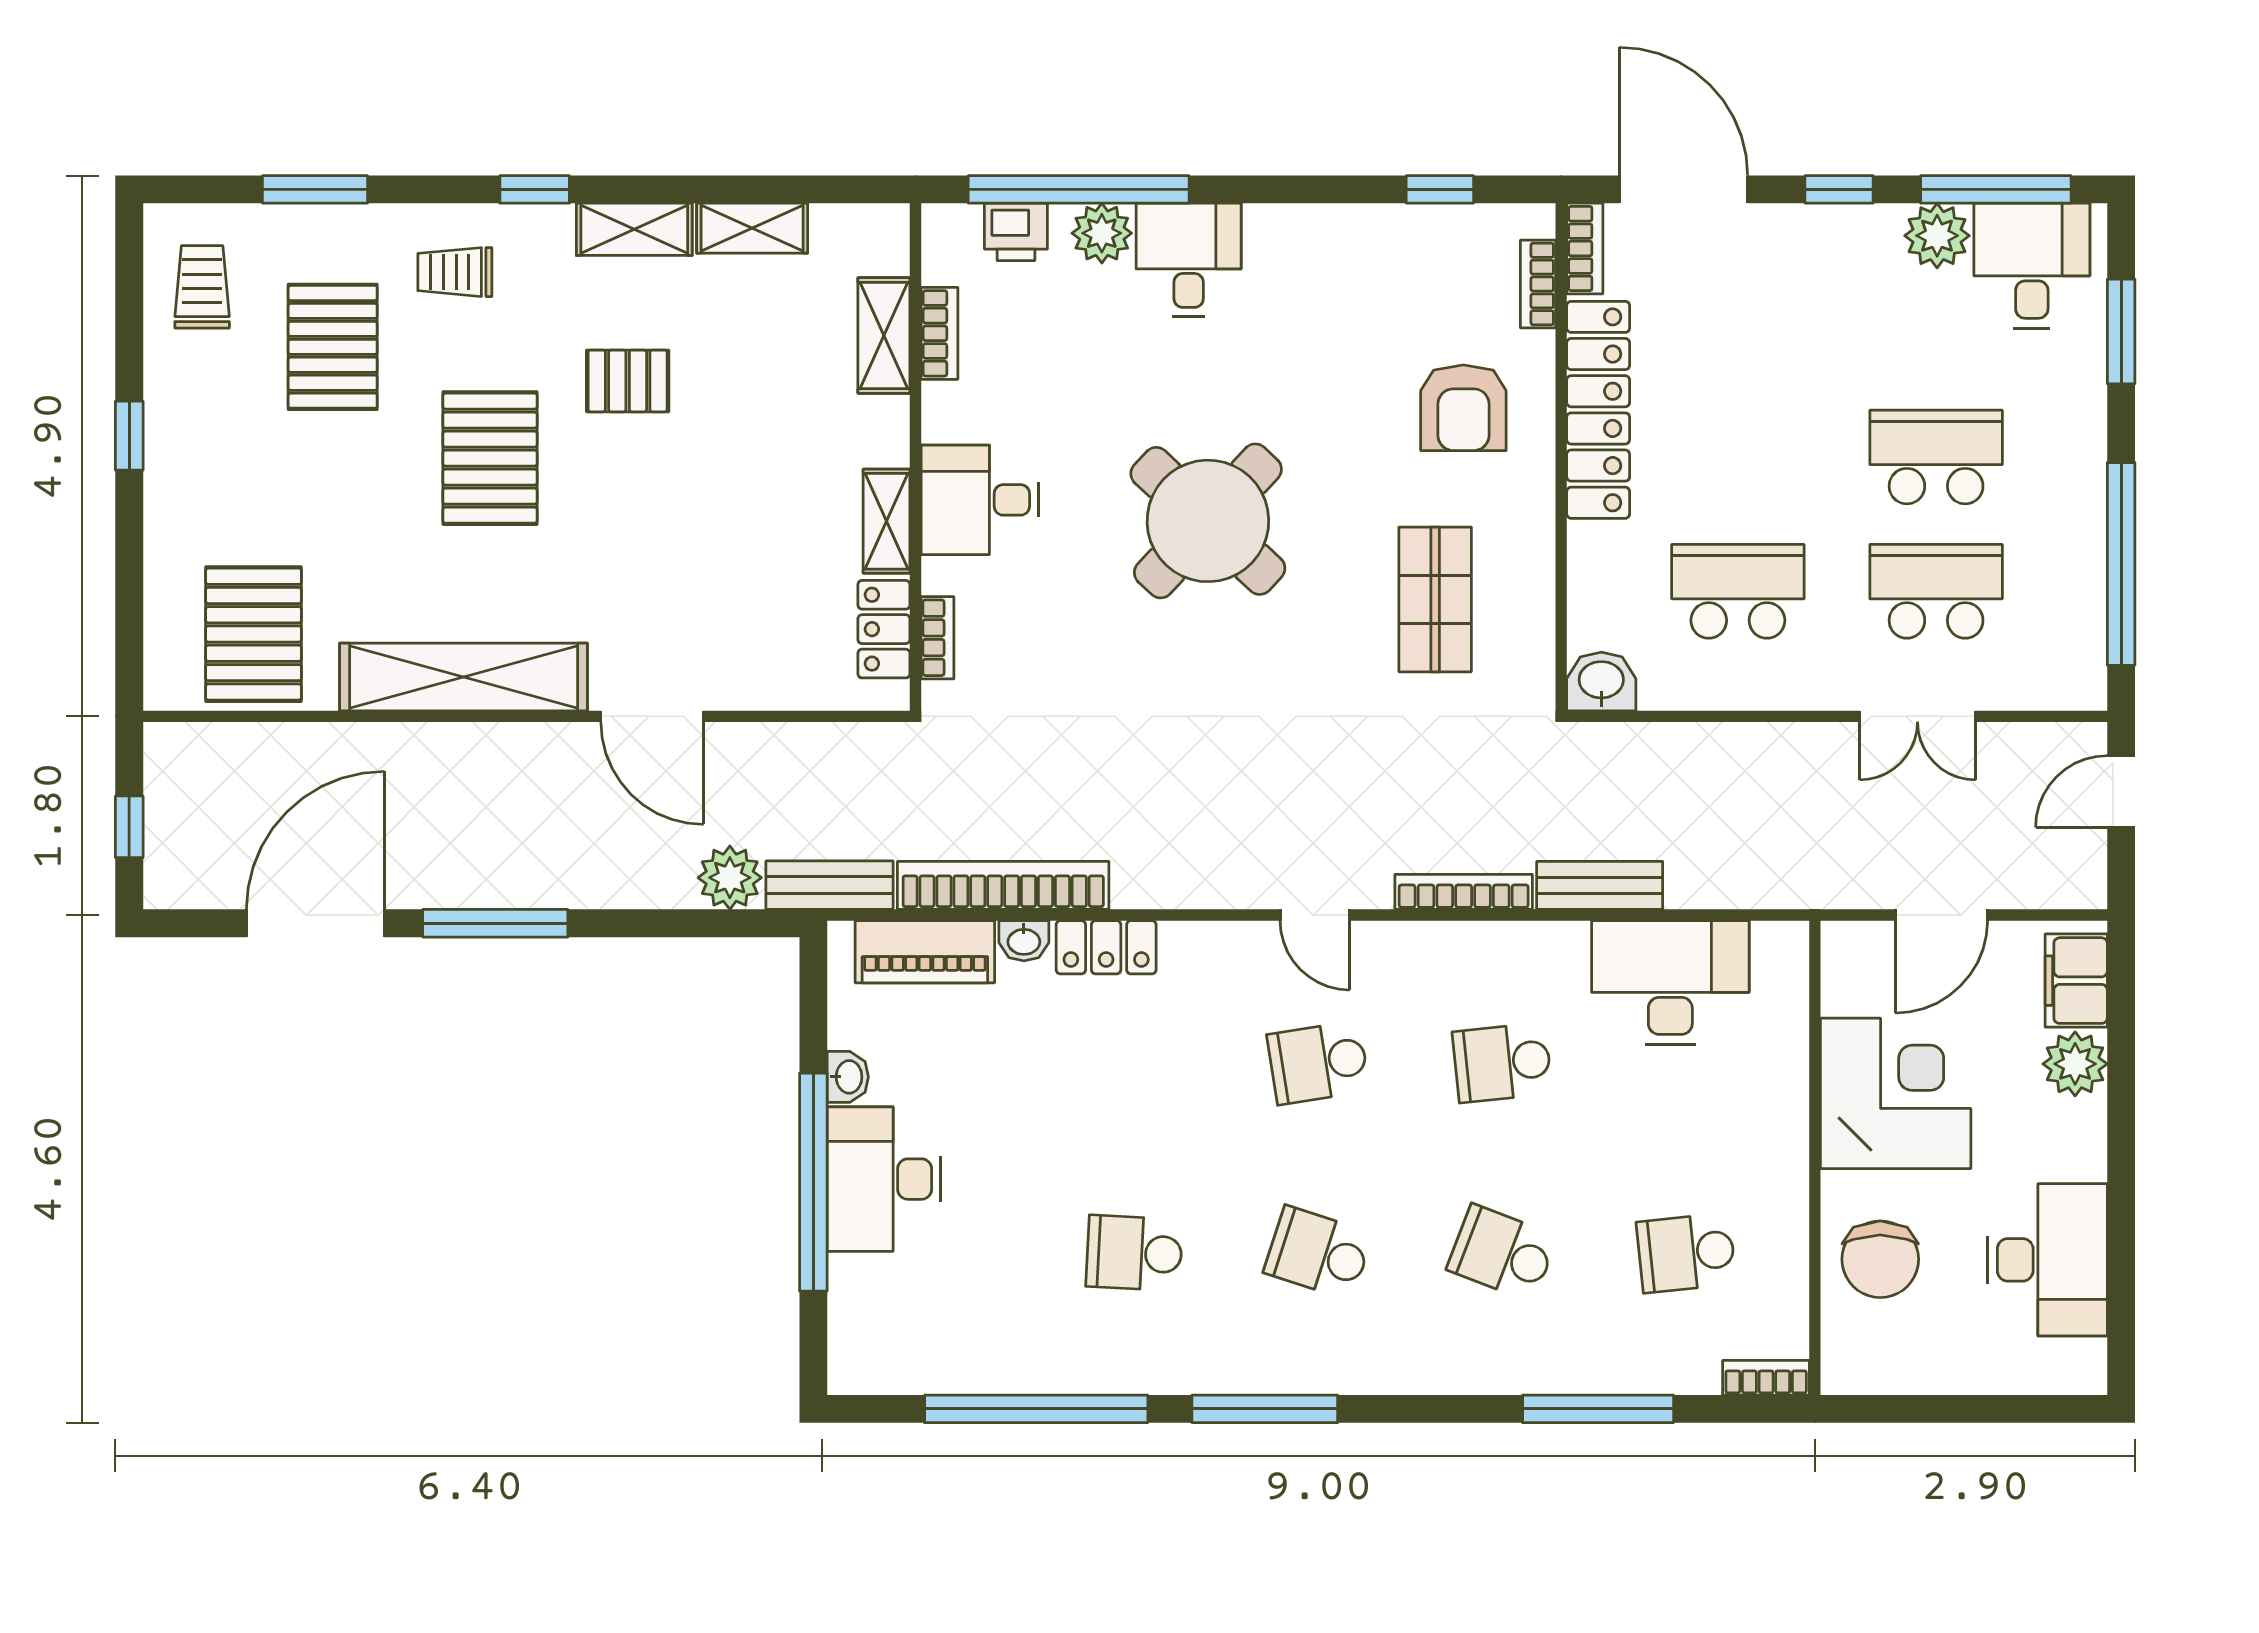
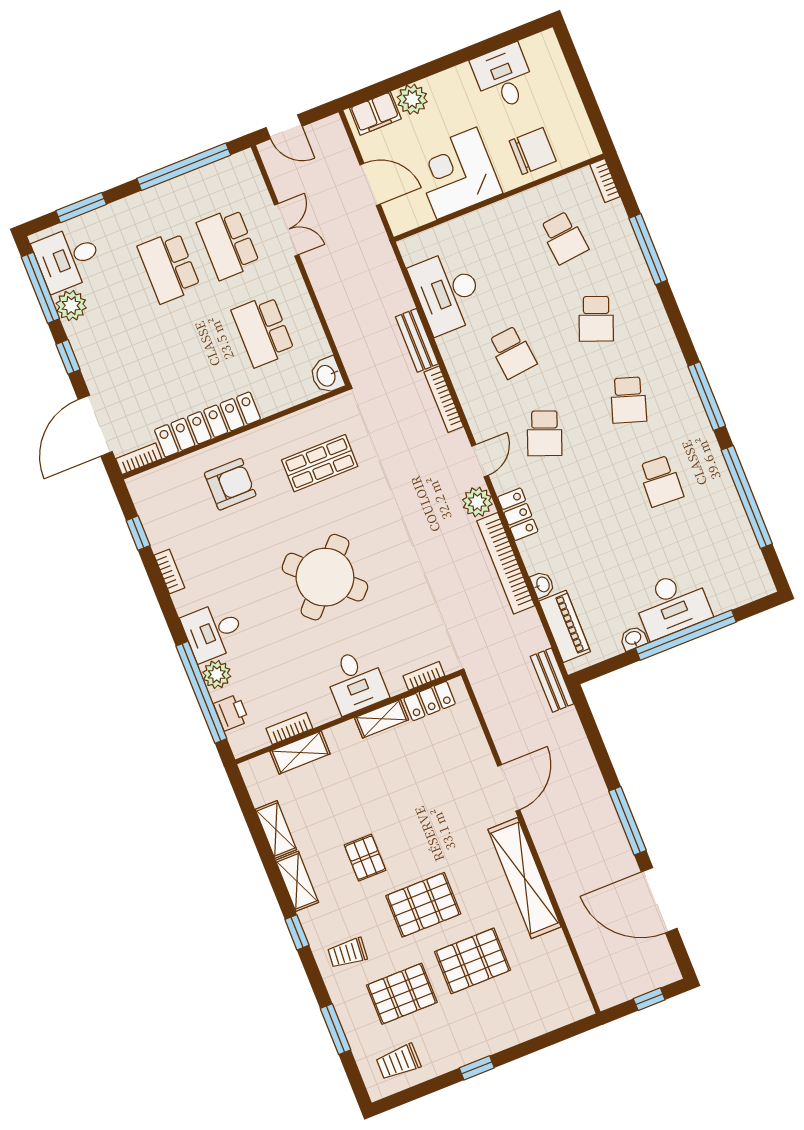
trolley: (455, 272) -> (347, 953), turned 95
bookcase: (1538, 284) -> (169, 572), moved, turned -90
pallet: (253, 634) -> (473, 961), moved
plant: (730, 878) -> (477, 502), moved
bookcase: (1003, 885) -> (506, 563), moved
locker: (1106, 947) -> (518, 514), moved
school desk: (1318, 1063) -> (545, 433), turned 30
desk: (2047, 1260) -> (504, 77), width x0.73

